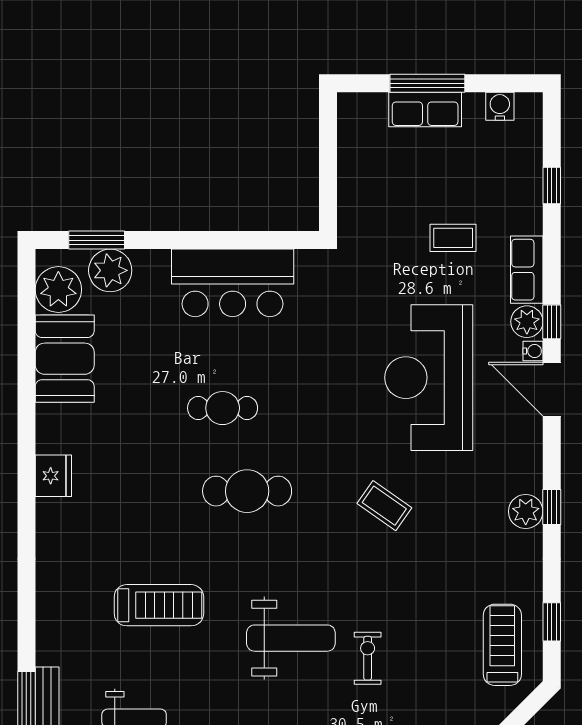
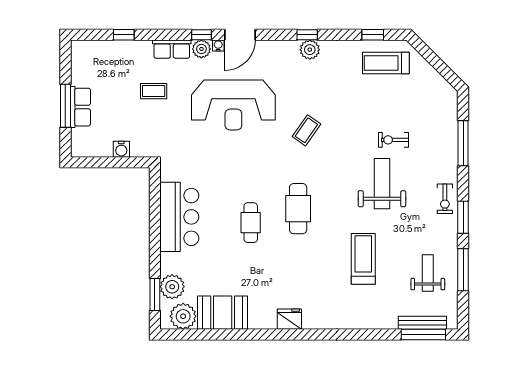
water cooler: (500, 106) -> (121, 149), moved, turned -90
coffee table: (453, 238) -> (154, 91), turned 90

